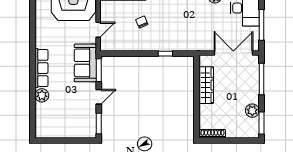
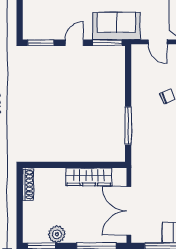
double door: (233, 53) -> (129, 211), swing flipped
window: (165, 54) -> (128, 126), width x2.17
door: (99, 97) -> (74, 43), swing flipped

